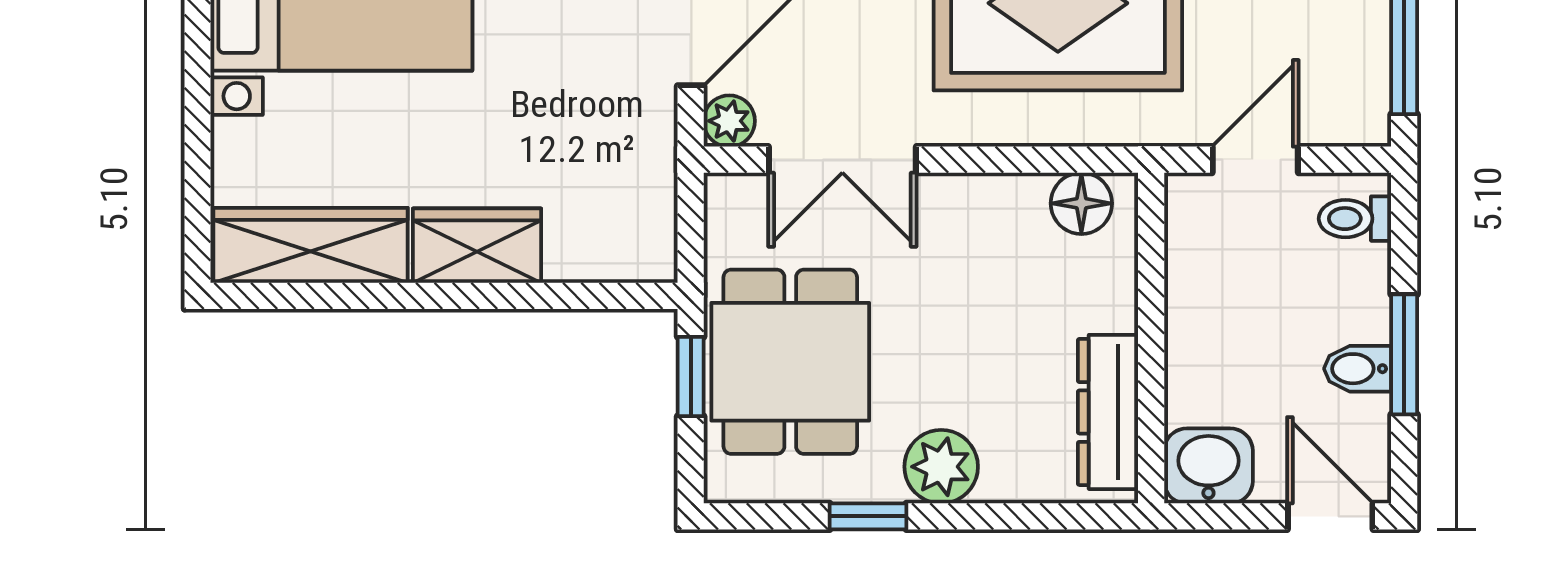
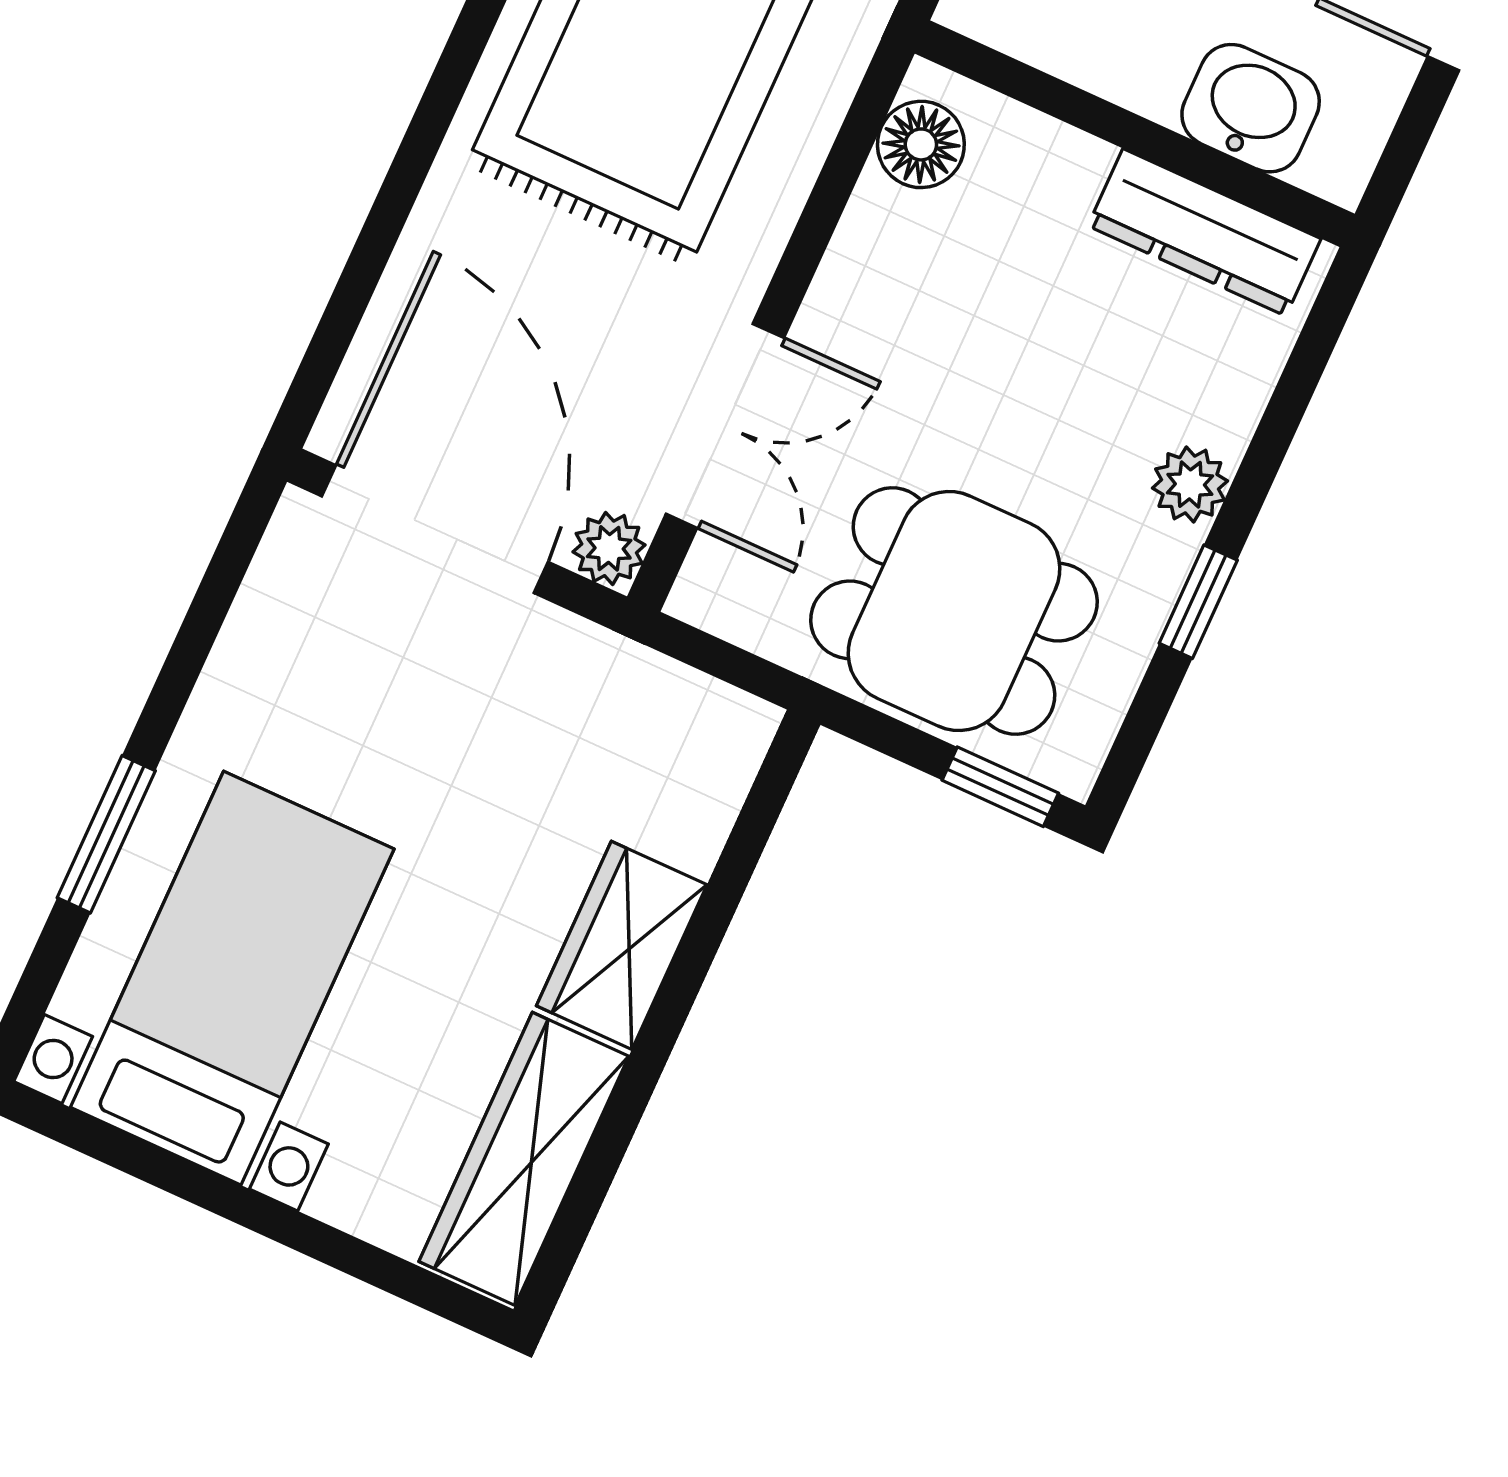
window: (691, 377) -> (1000, 787), moved
washbasin: (1208, 466) -> (1251, 108), moved, turned 90
plant: (941, 467) -> (1190, 484), width x0.73, depth x0.73

